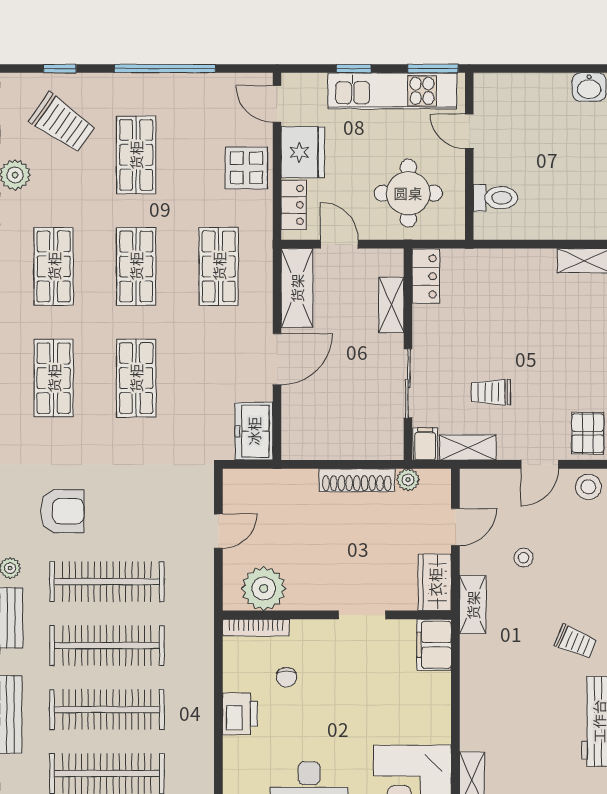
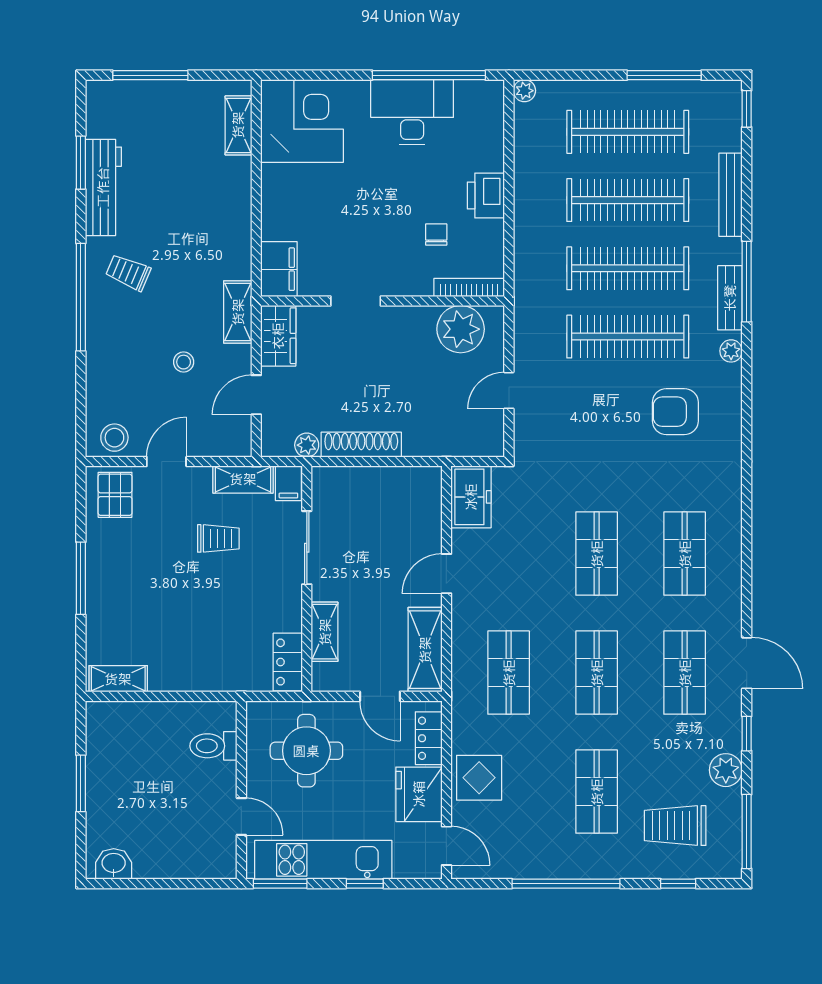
trolley: (62, 123) -> (675, 826), turned -35
door: (277, 359) -> (446, 574), width x0.73

